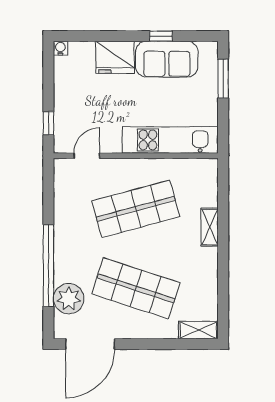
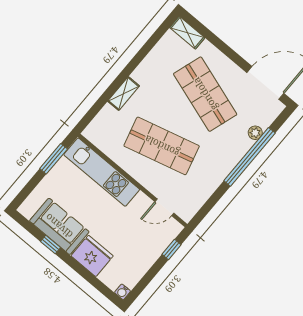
window: (223, 79) -> (54, 159), moved
plant: (69, 299) -> (255, 133), width x0.53, depth x0.53

